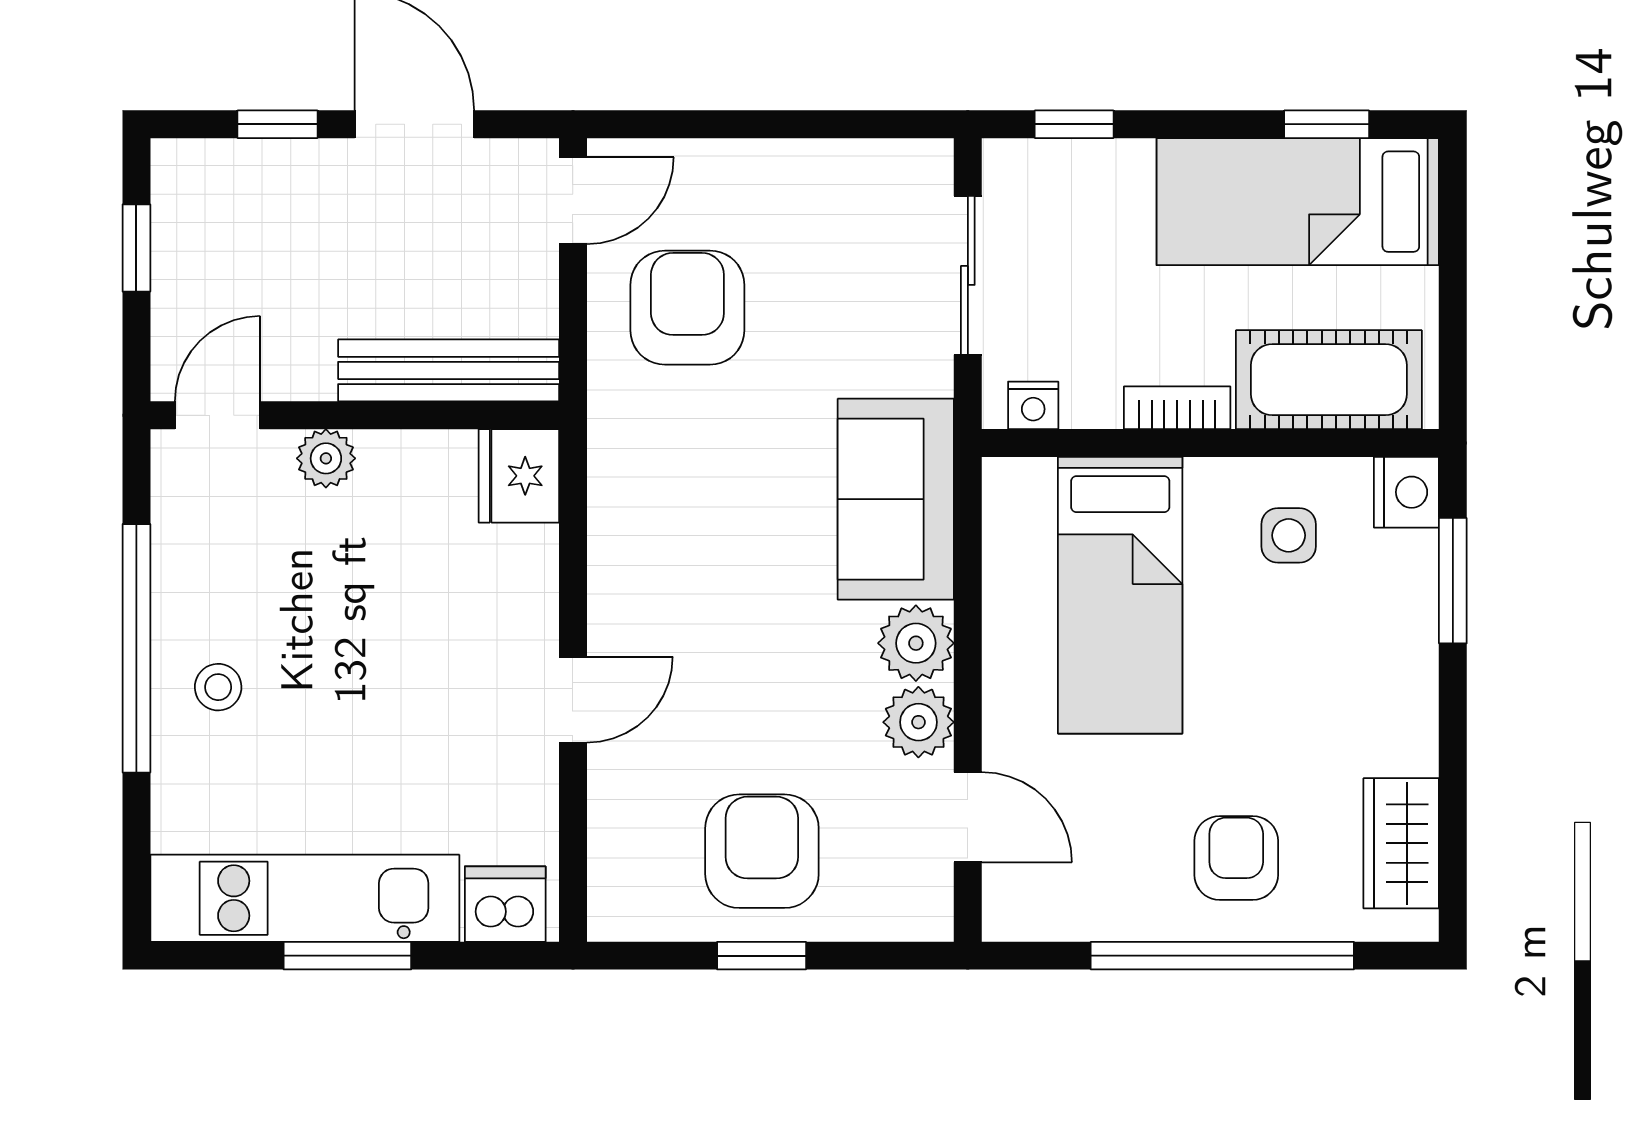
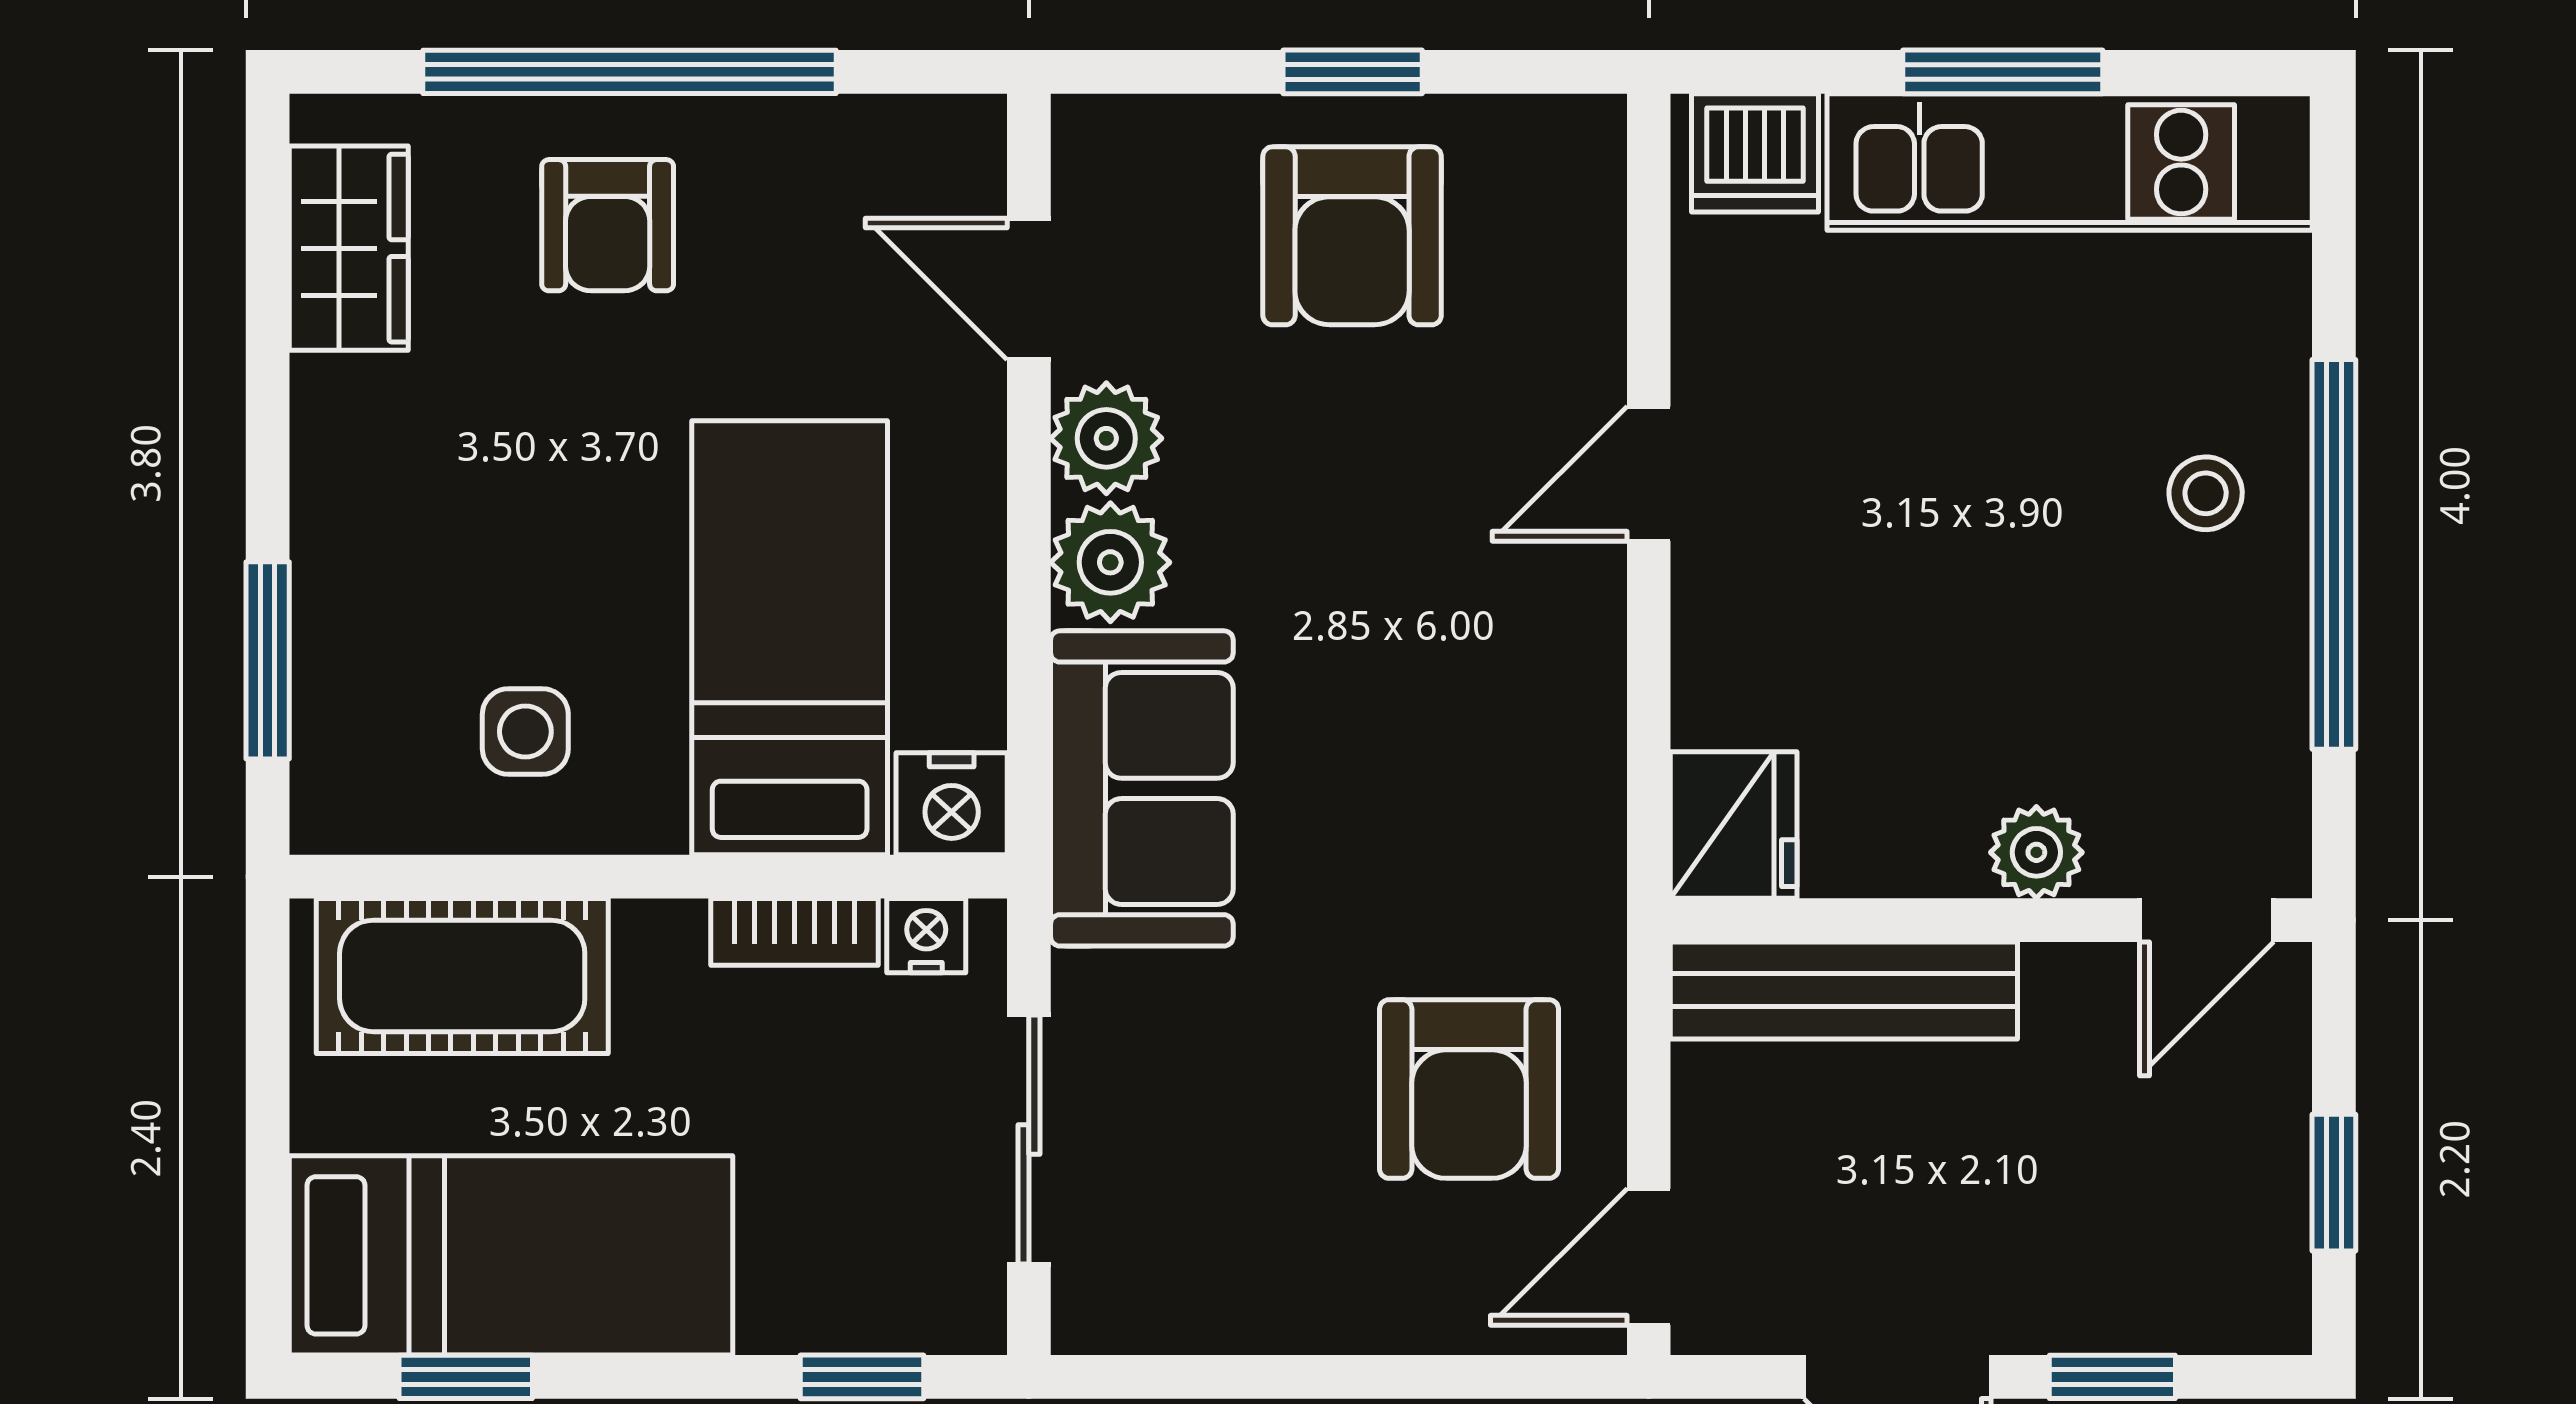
bookcase: (1177, 408) -> (794, 932), moved
nightstand: (1406, 492) -> (952, 804), moved, turned -90

